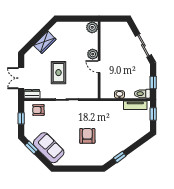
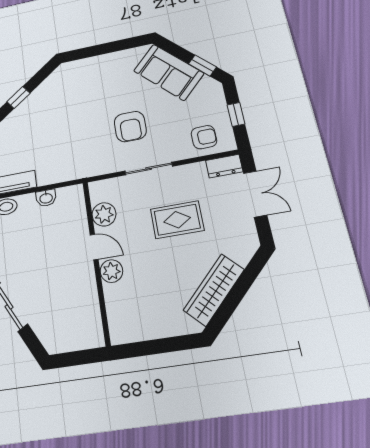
plant: (92, 27) -> (104, 214), moved
wardrobe: (45, 42) -> (214, 290), width x1.50
rug: (59, 73) -> (177, 220), turned 90
armchair: (87, 136) -> (130, 127), moved
window: (120, 157) -> (18, 98), moved

